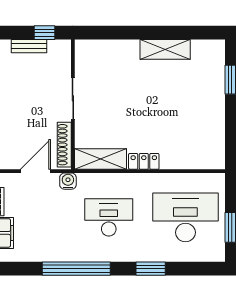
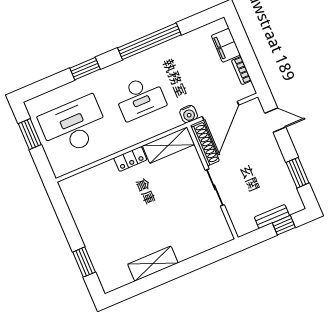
window: (44, 33) -> (284, 225), moved
door: (35, 171) -> (220, 111), width x1.36
desk: (185, 217) -> (74, 126), turned 180

